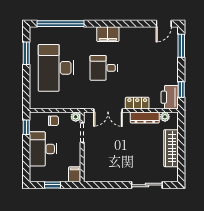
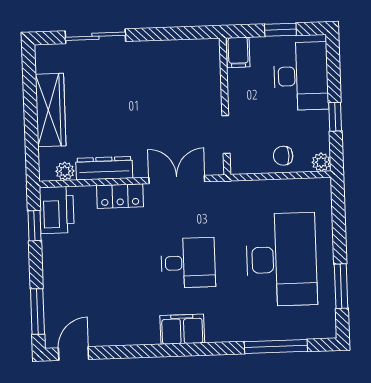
window: (61, 24) -> (276, 347), width x0.68
plant: (76, 117) -> (321, 162), moved
window: (26, 127) -> (335, 117), moved
desk: (43, 149) -> (301, 76), moved

